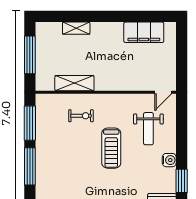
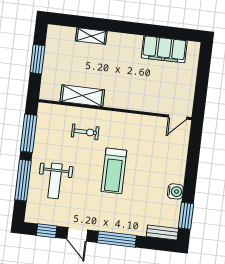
window: (30, 55) -> (37, 59), width x0.69
weight bench: (148, 129) -> (55, 181), moved

